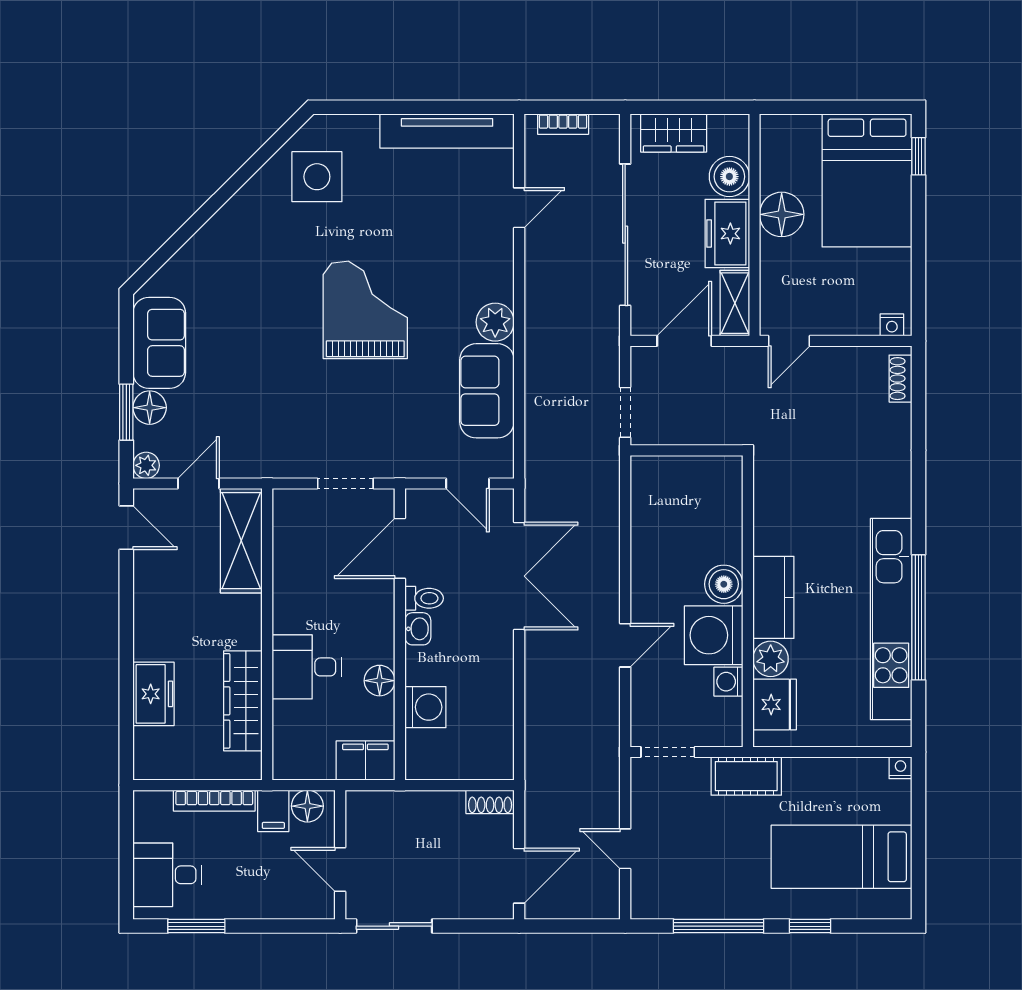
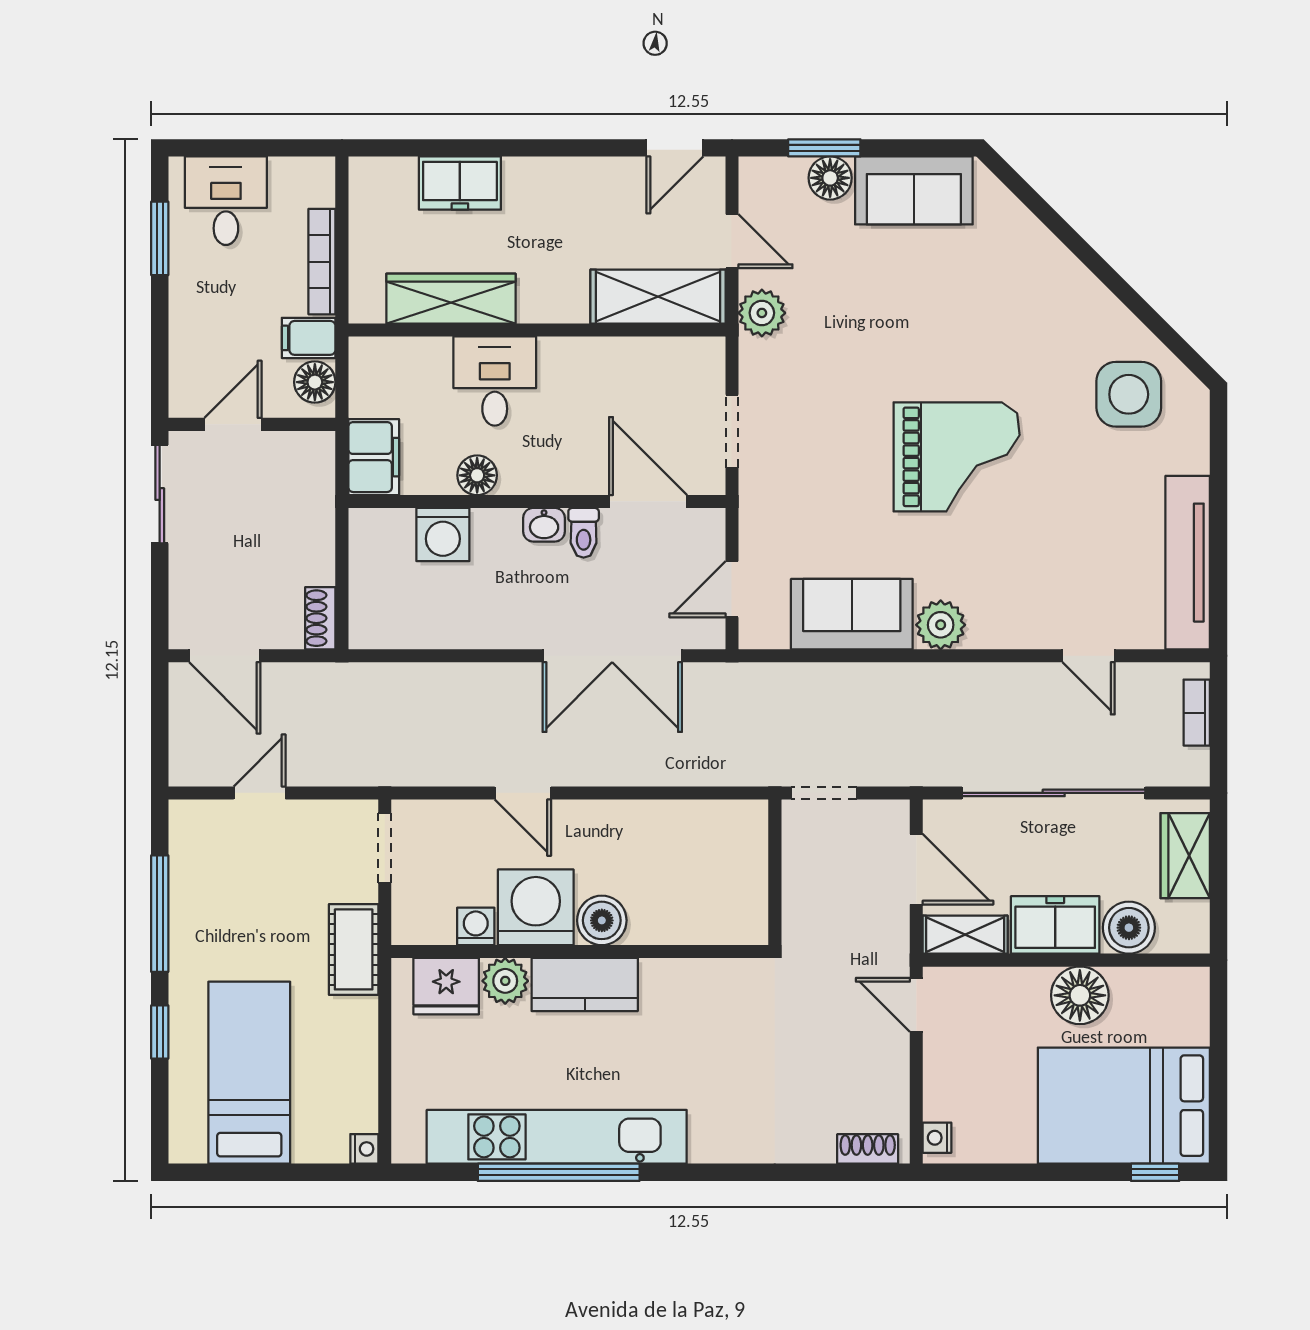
plant: (146, 465) -> (762, 313), moved, width x1.38, depth x1.38

